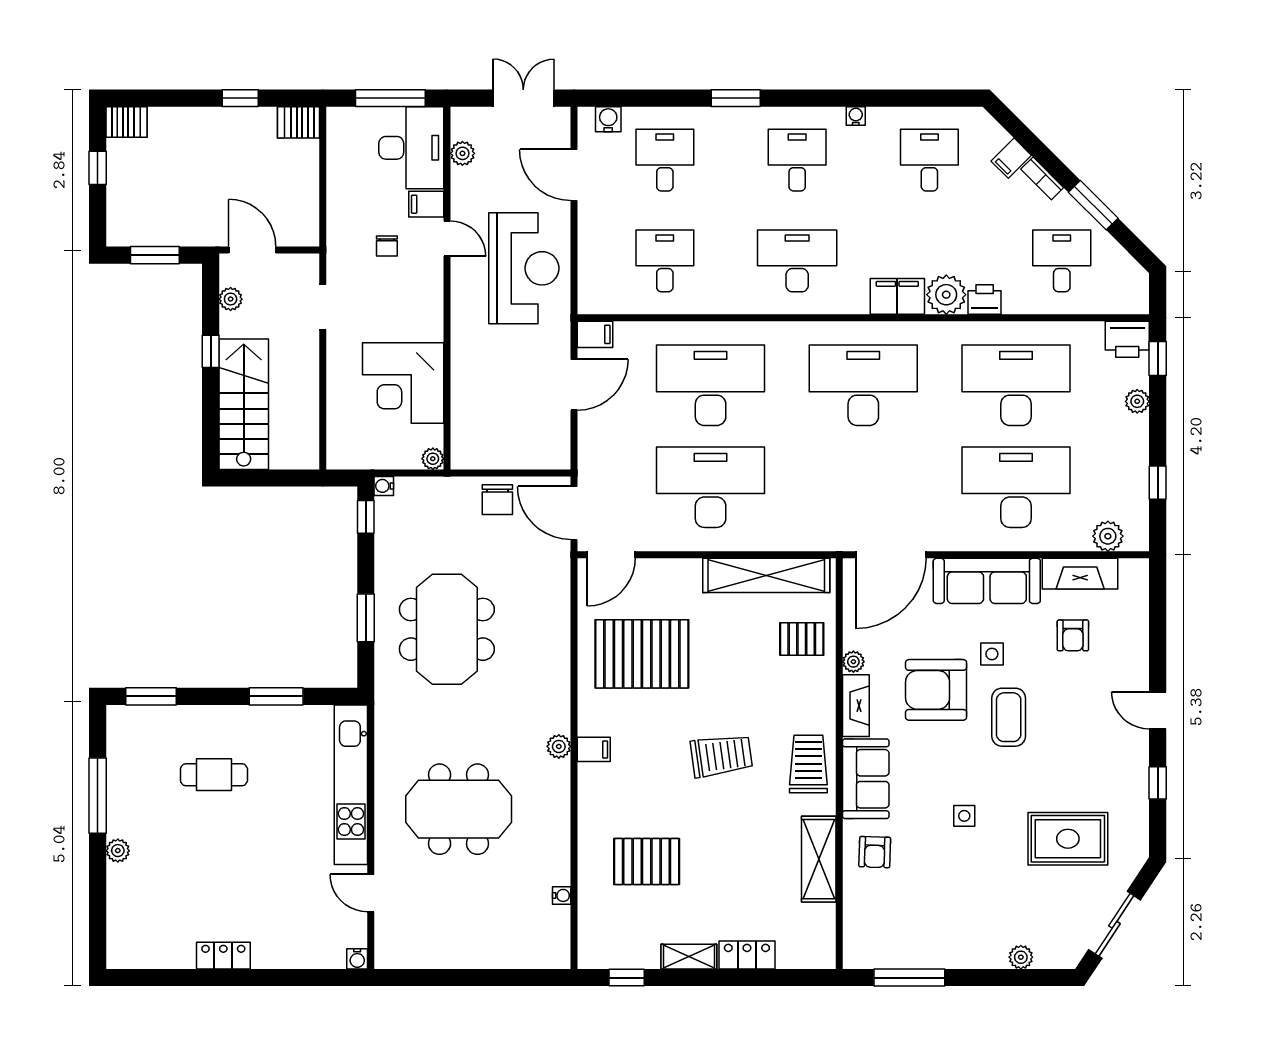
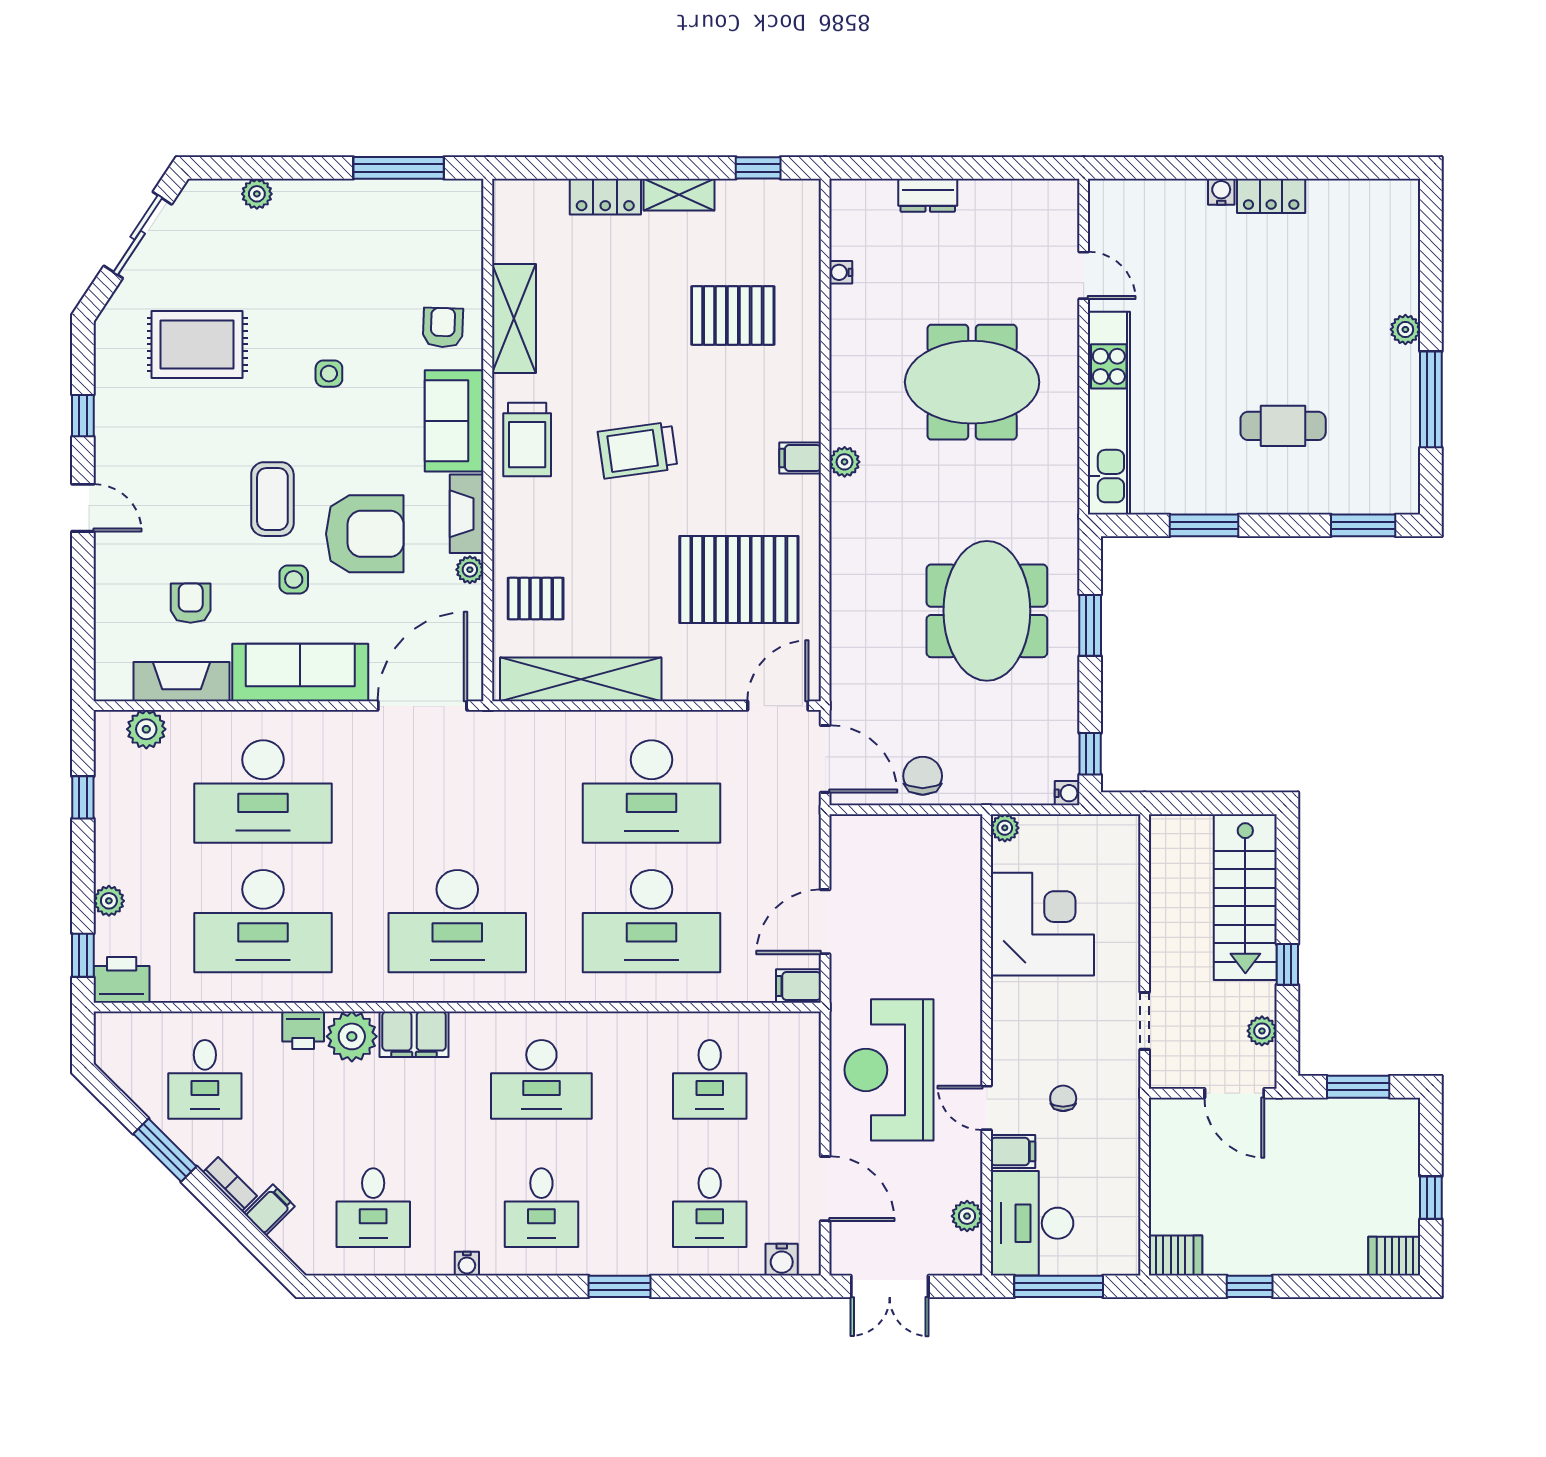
dresser: (493, 956) -> (928, 195), added
water cooler: (357, 959) -> (1221, 192), moved

